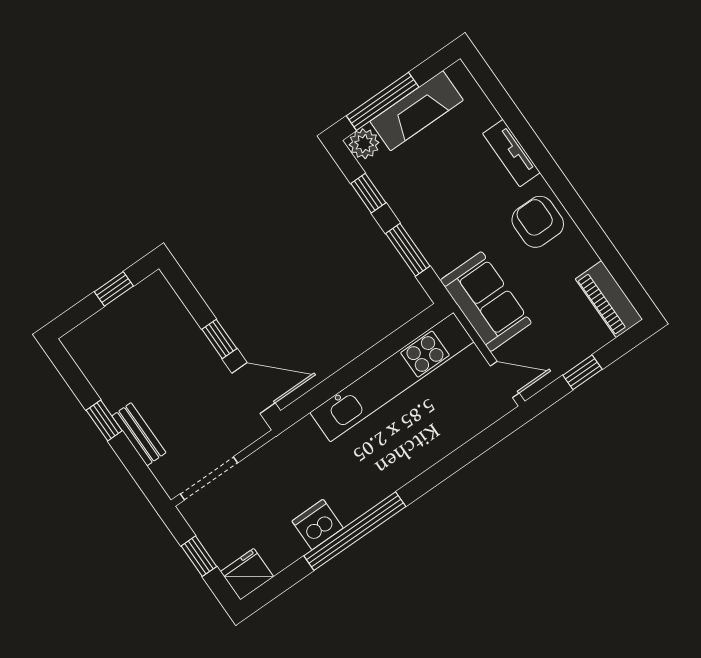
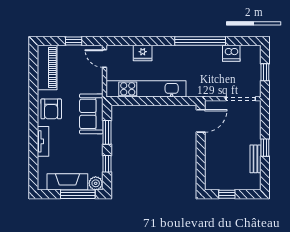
piano: (609, 299) -> (47, 67), width x1.37, depth x1.33
sofa: (486, 302) -> (91, 114), moved
window: (219, 339) -> (201, 148), removed
door: (254, 388) -> (201, 121), swing flipped
bench: (139, 434) -> (255, 159), moved
dishwasher: (318, 525) -> (231, 53), moved
fridge: (247, 574) -> (143, 53), moved

